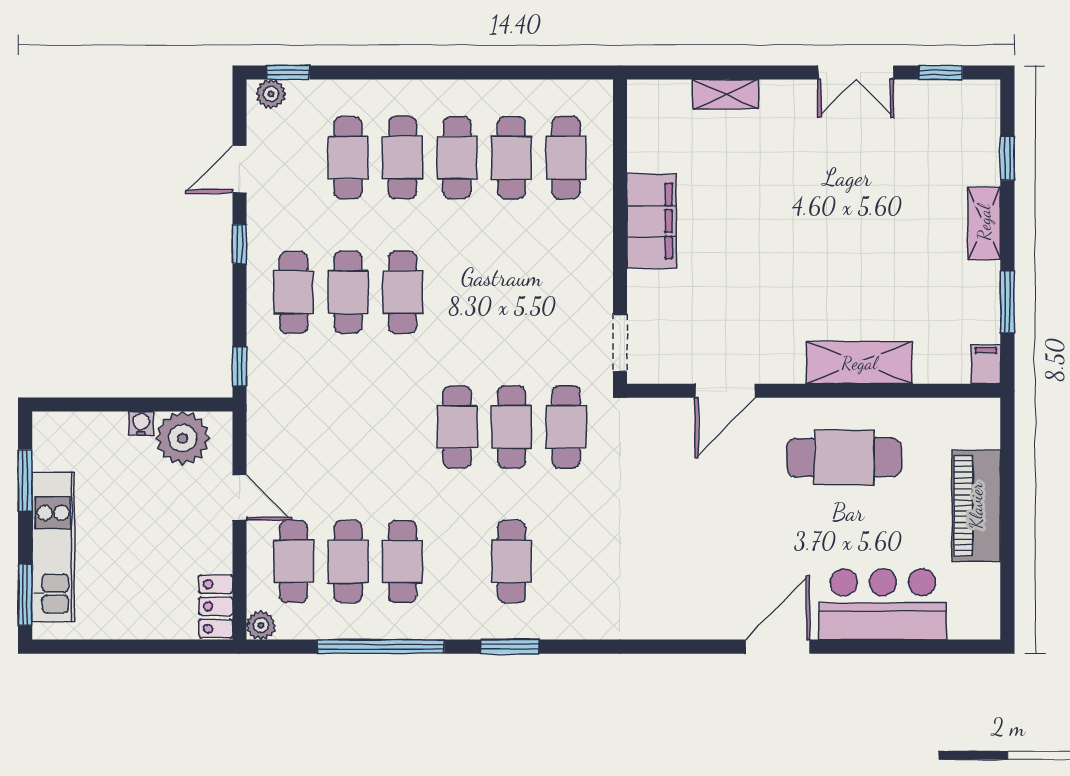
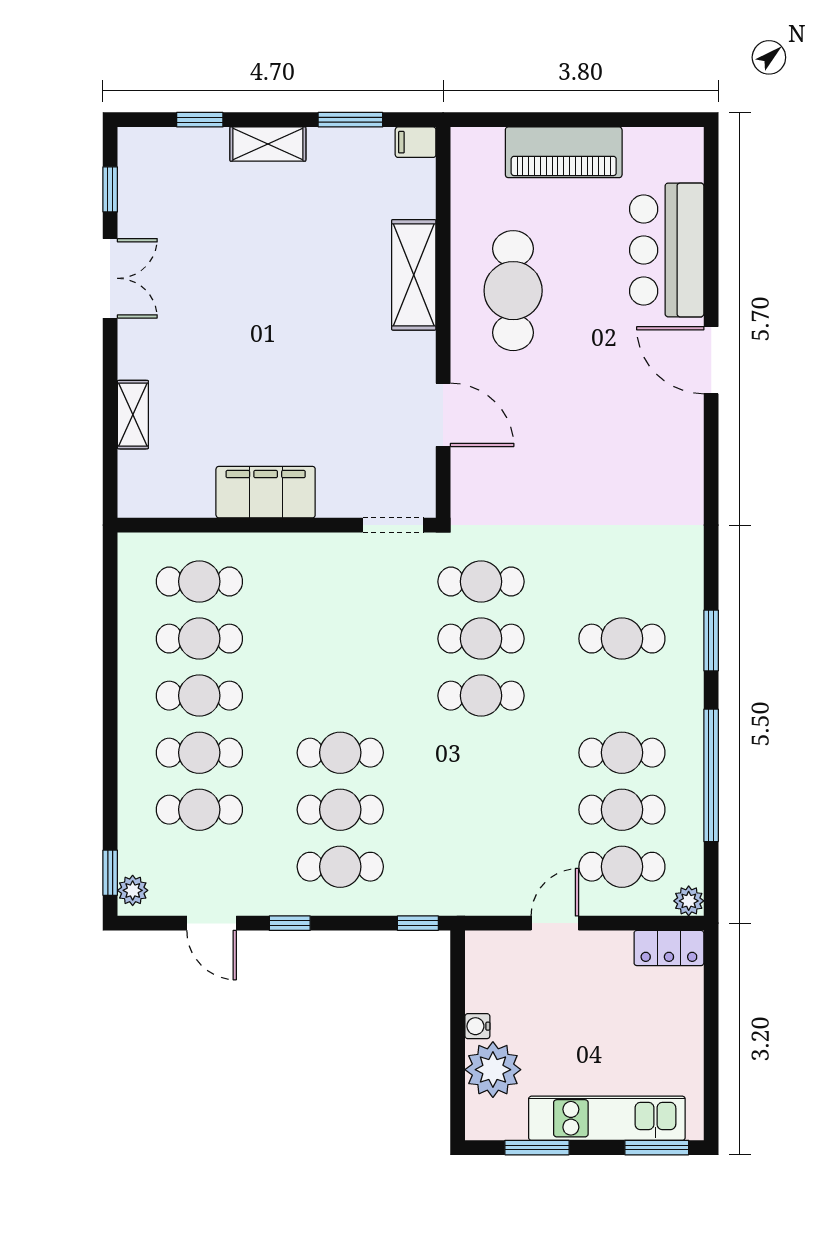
plant: (183, 438) -> (493, 1070), moved

